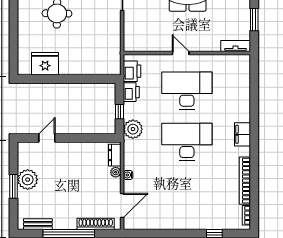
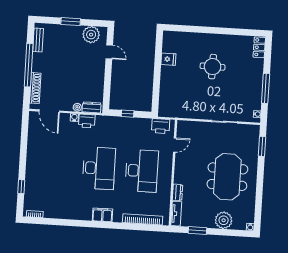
dresser: (210, 46) -> (177, 192), added
door: (181, 53) -> (175, 145), moved
fridge: (45, 64) -> (168, 59), width x0.53, depth x0.75
printer: (131, 92) -> (87, 121), moved
plant: (133, 129) -> (112, 124), removed
plant: (28, 180) -> (91, 35), moved
bookcase: (245, 181) -> (143, 219), moved

